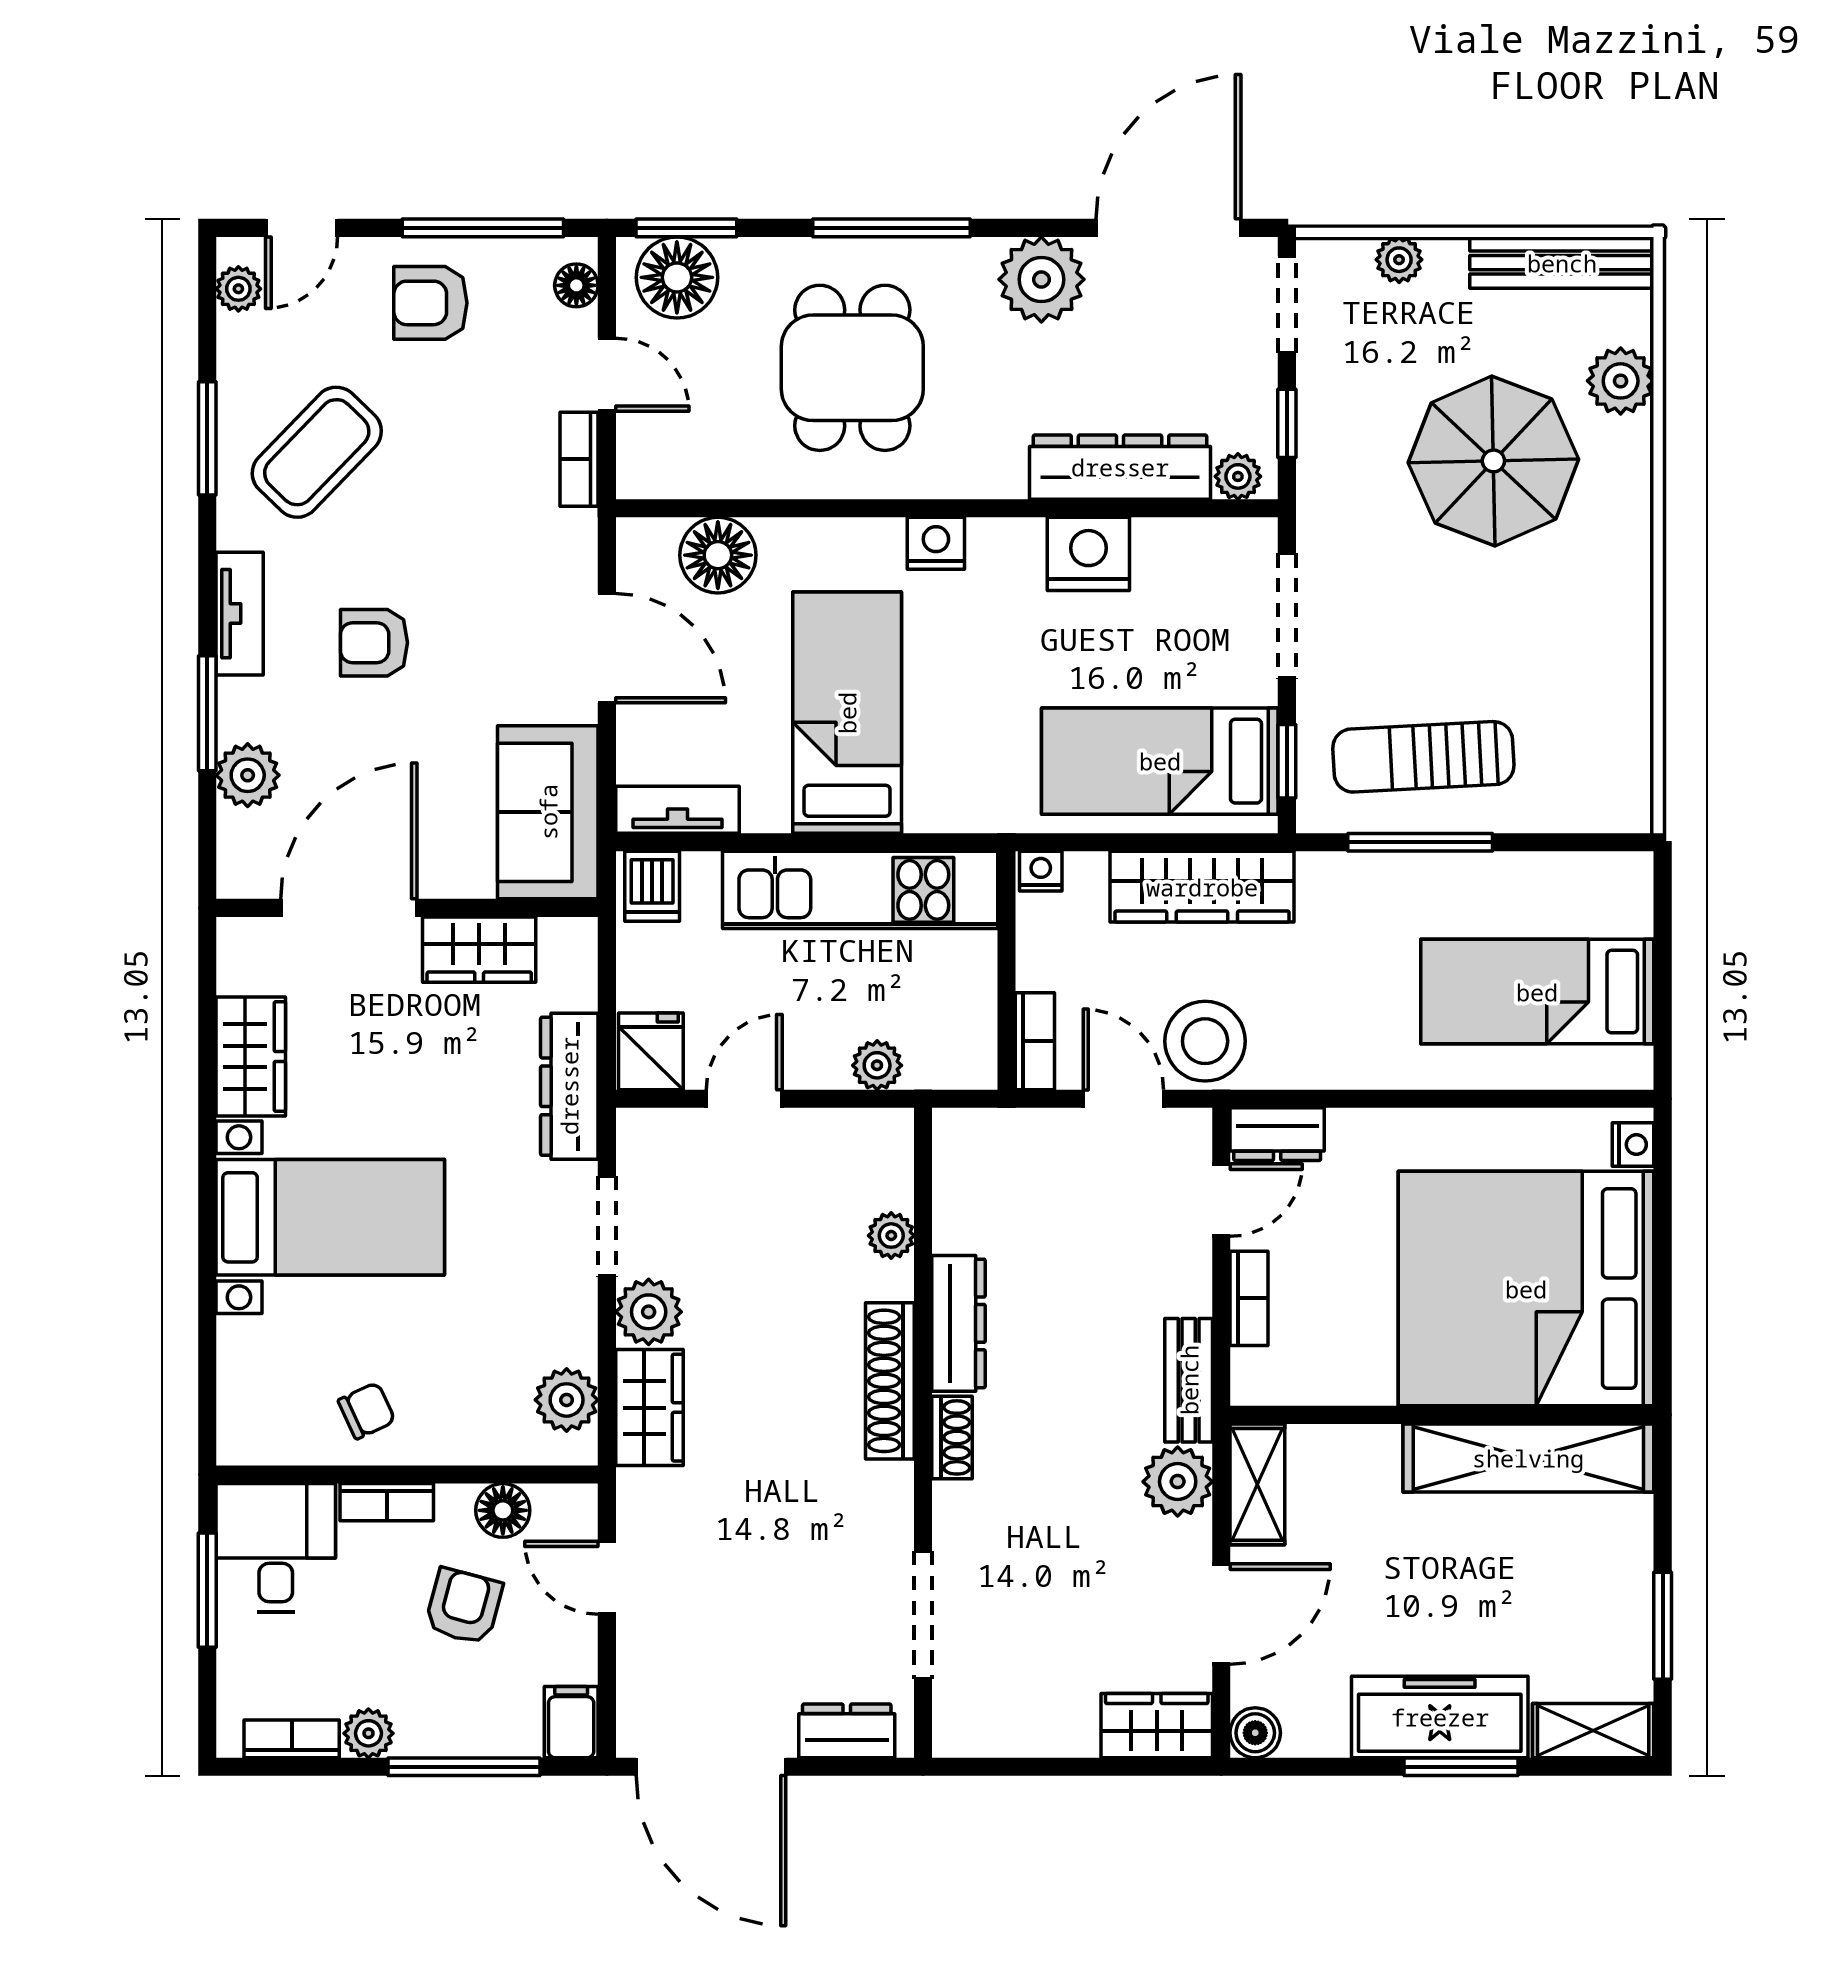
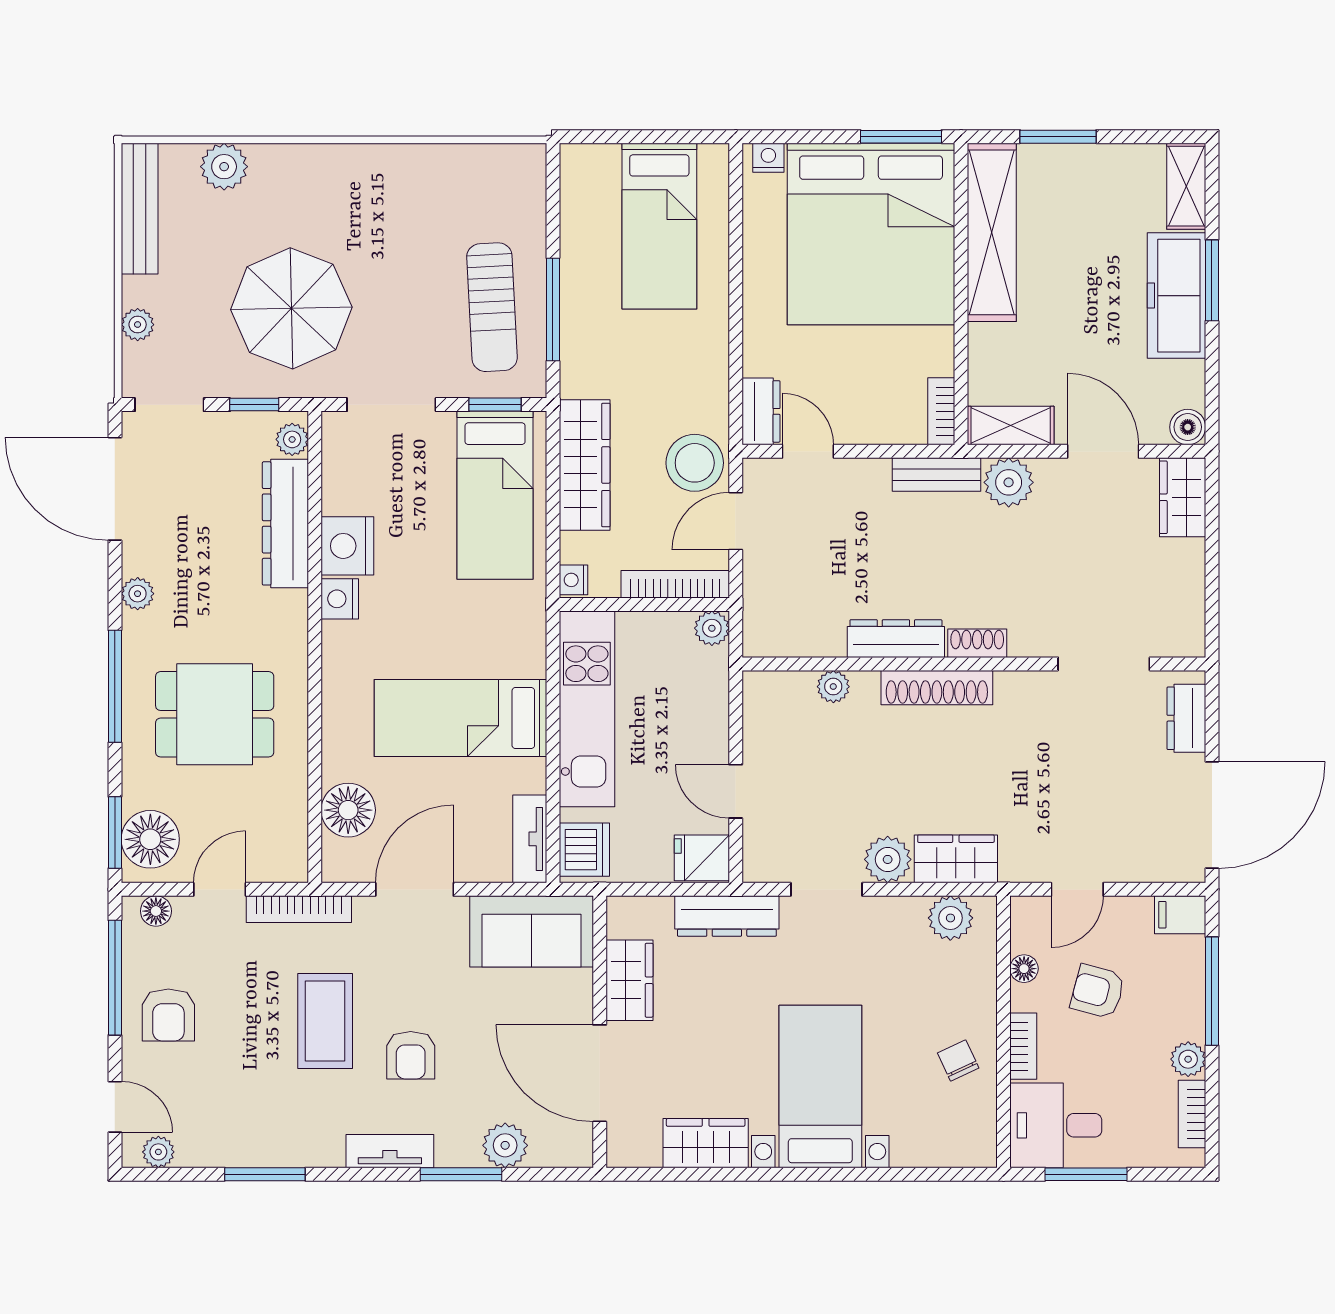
plant: (1041, 279) -> (138, 594), width x0.53, depth x0.53
coffee table: (317, 452) -> (325, 1021), moved, turned 46
bookcase: (579, 459) -> (299, 909), width x1.56
parasol: (1493, 461) -> (291, 308), moved
nightstand: (936, 543) -> (340, 599), moved
dishwasher: (652, 886) -> (584, 850), width x1.38
bookcase: (1035, 1041) -> (675, 584), width x1.56
plant: (877, 1065) -> (712, 628), moved
bookcase: (1249, 1298) -> (941, 411), moved, turned -90
window: (1663, 1331) -> (901, 137), added
floor lamp: (503, 1510) -> (1024, 969), width x0.73, depth x0.73
window: (1663, 1626) -> (1058, 137), moved

